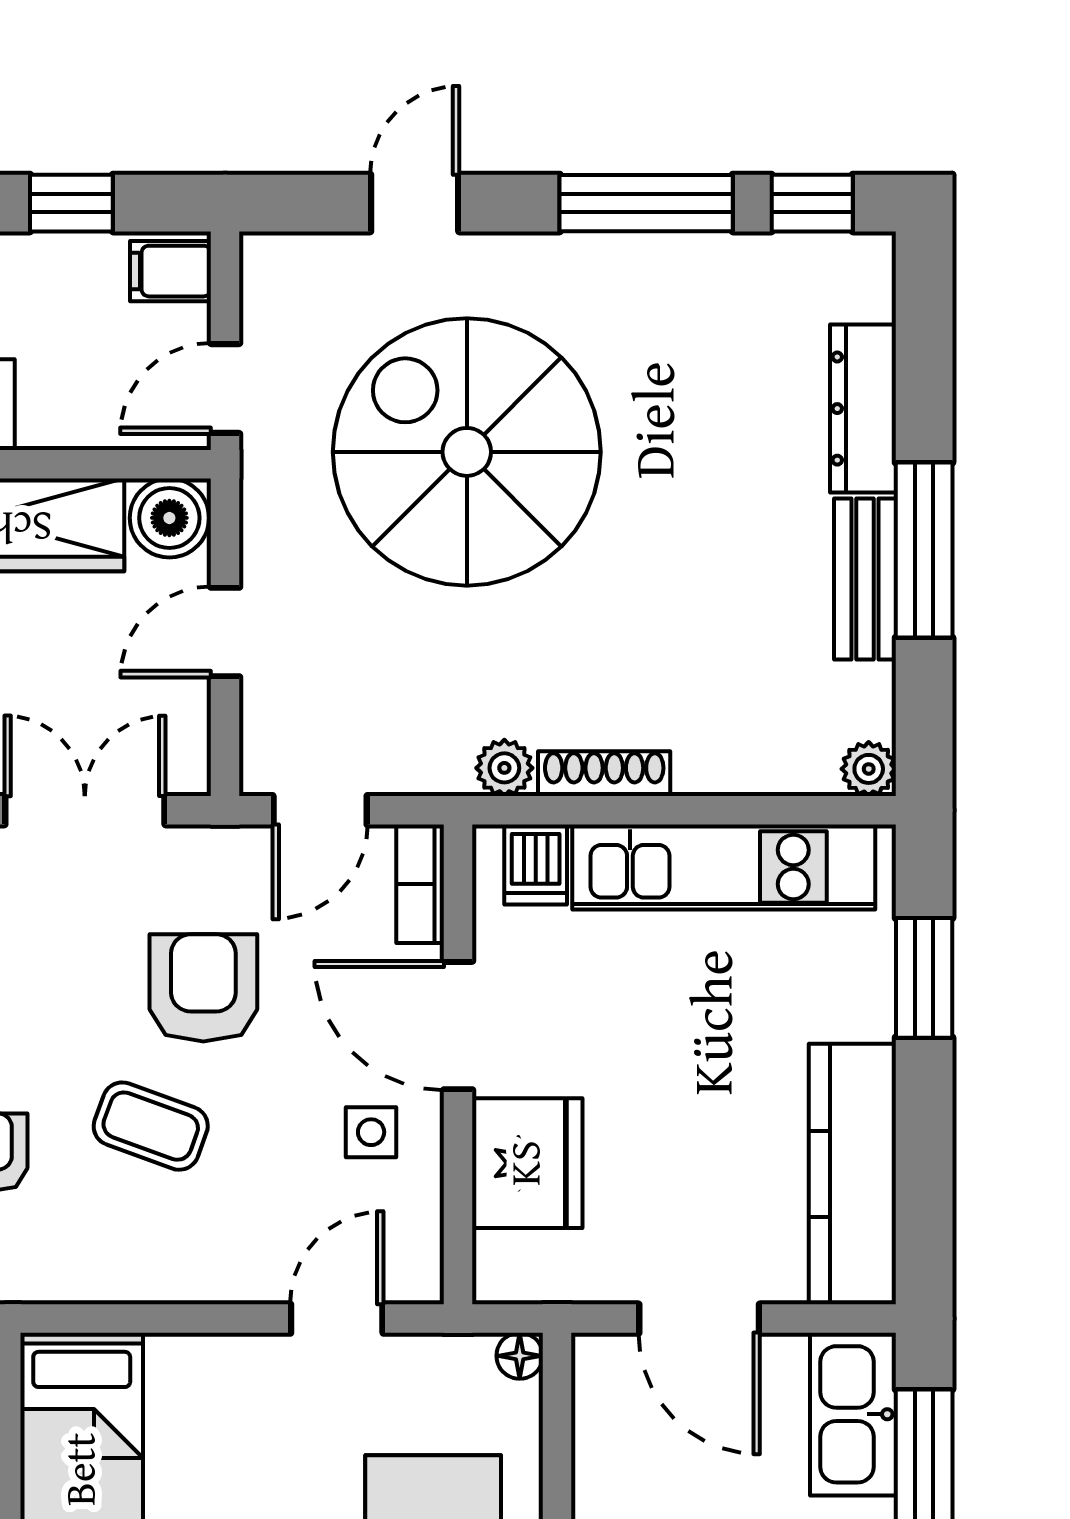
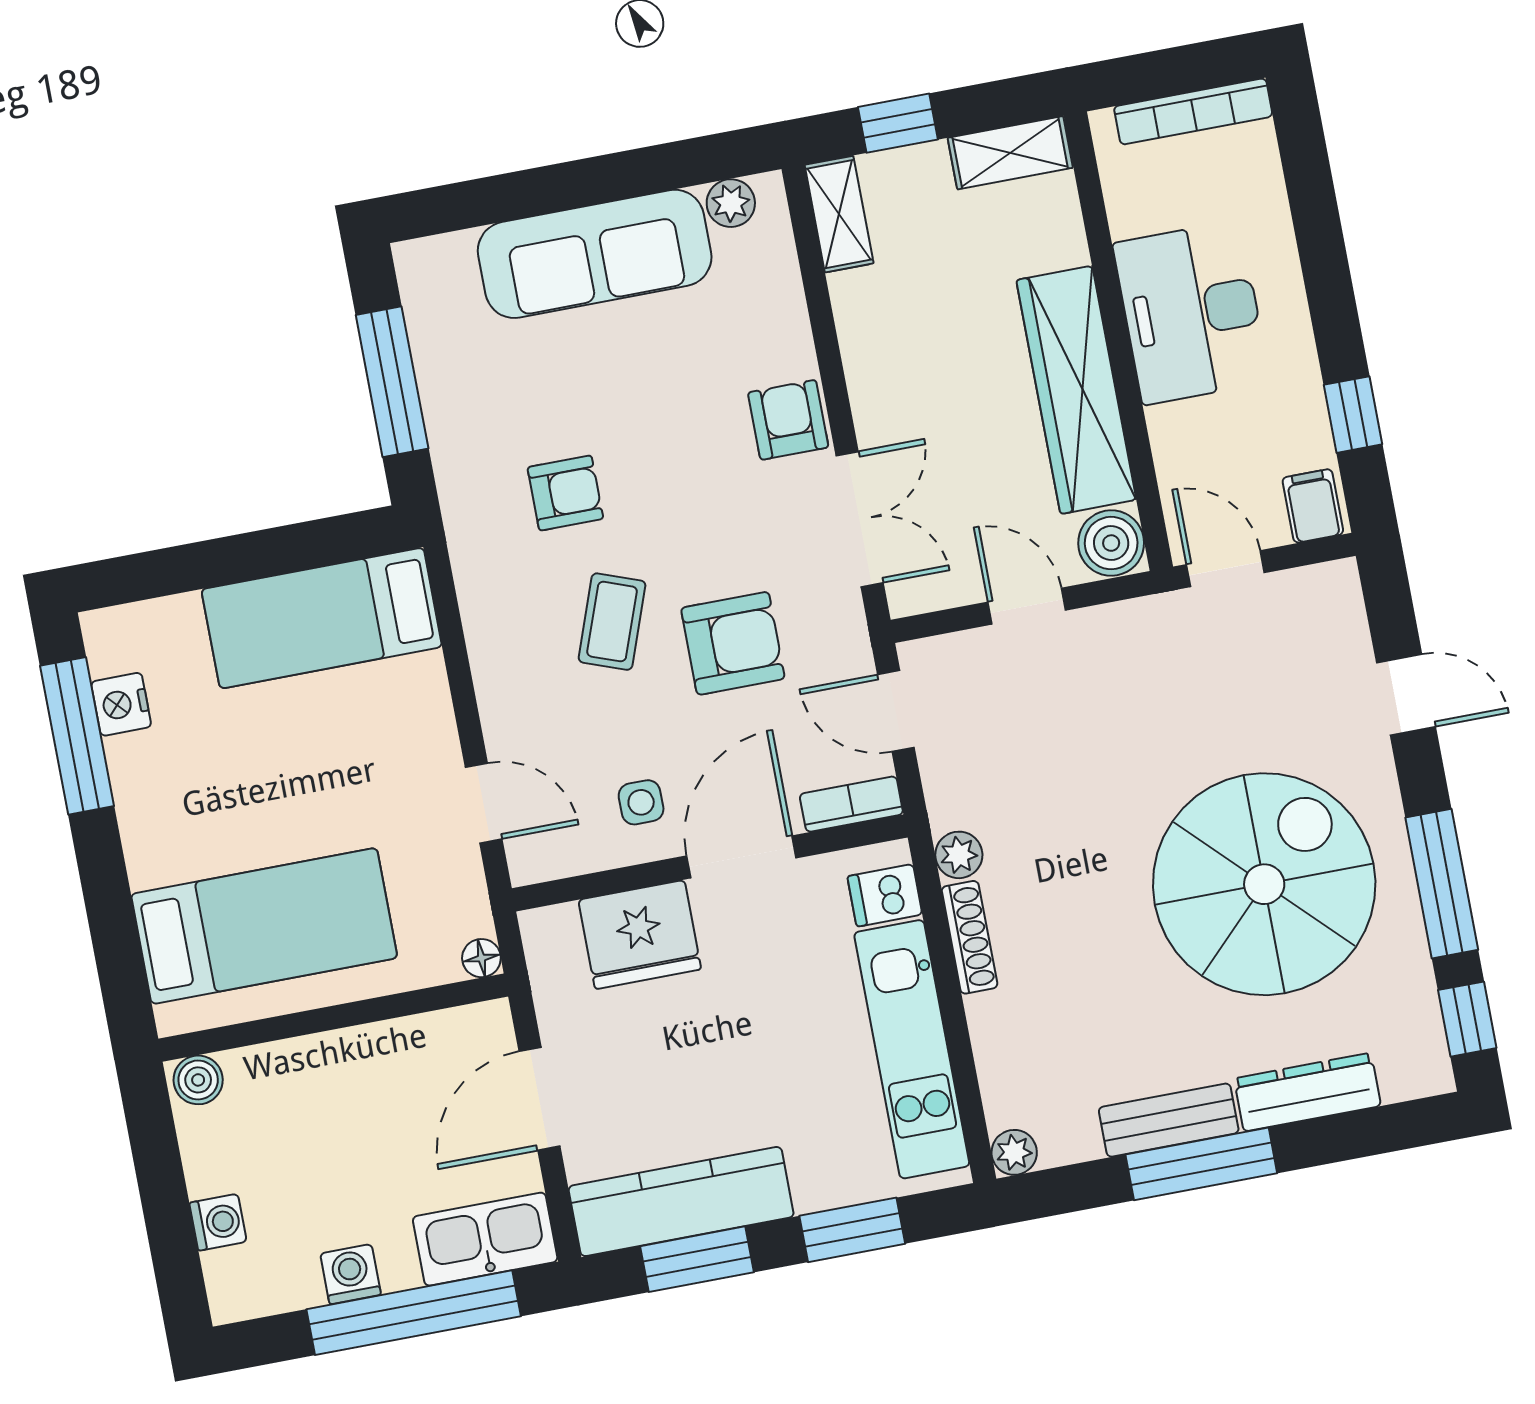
spiral stairs: (467, 452) -> (1264, 884), moved
window: (924, 1168) -> (697, 1259), added

